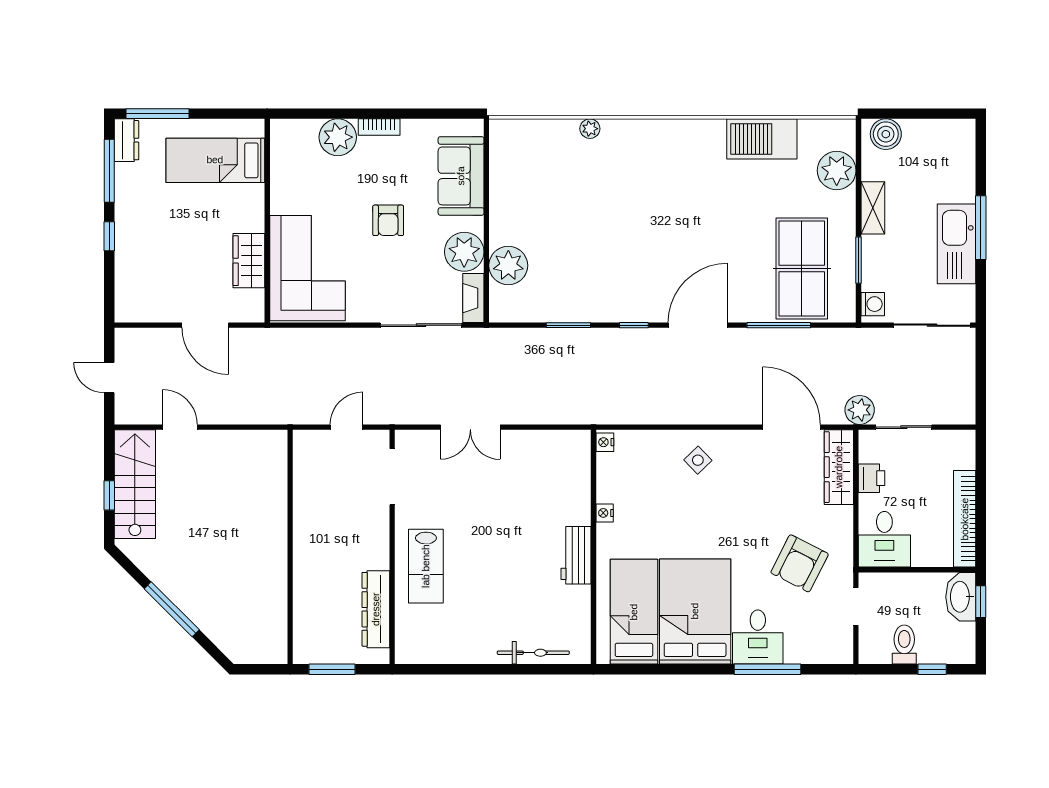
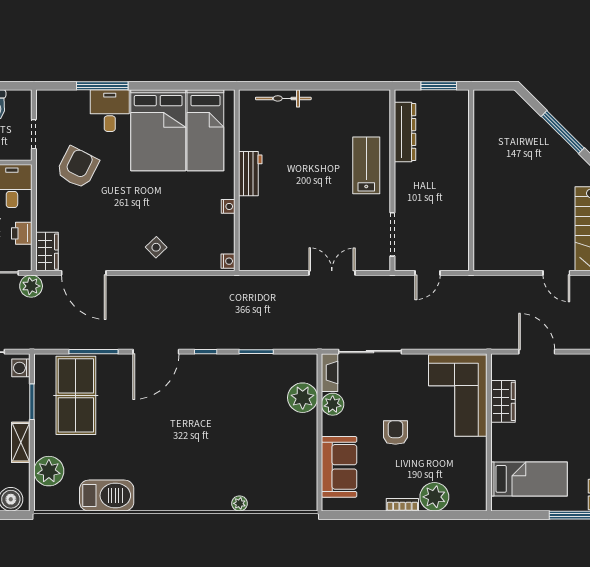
plant: (464, 252) -> (333, 404), width x0.73, depth x0.73
wardrobe: (839, 467) -> (47, 252), width x0.67

